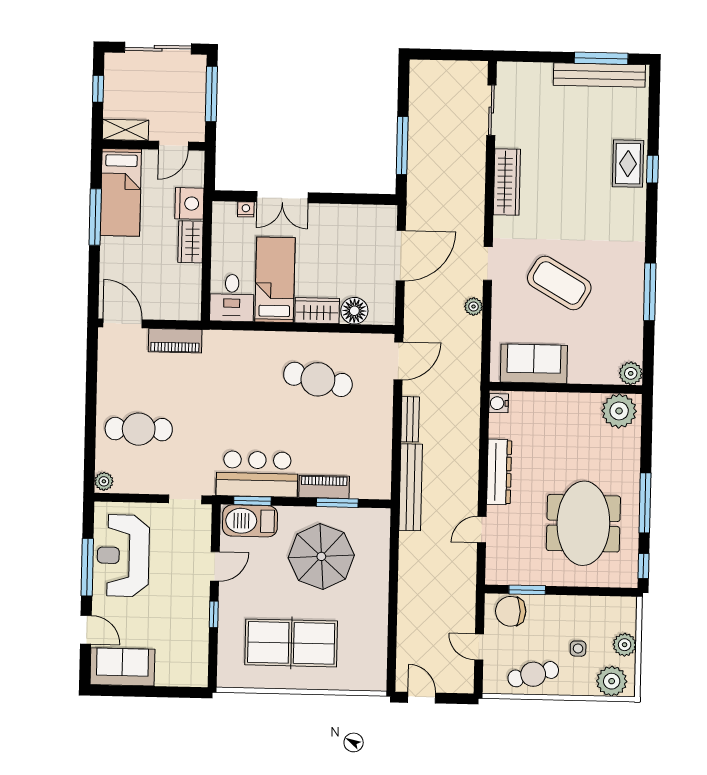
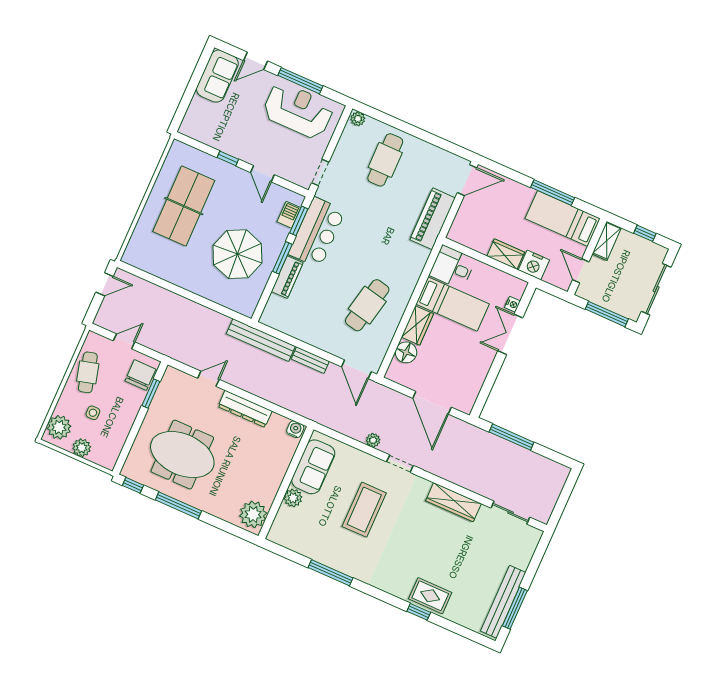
coffee table: (559, 283) -> (364, 510), turned -30
piano: (175, 341) -> (433, 219), width x1.37, depth x1.33
plant: (631, 373) -> (293, 498), moved
window: (337, 503) -> (282, 258), moved
barbecue: (250, 521) -> (289, 215), width x0.53, depth x0.65
door: (482, 530) -> (208, 379), hinge flipped

